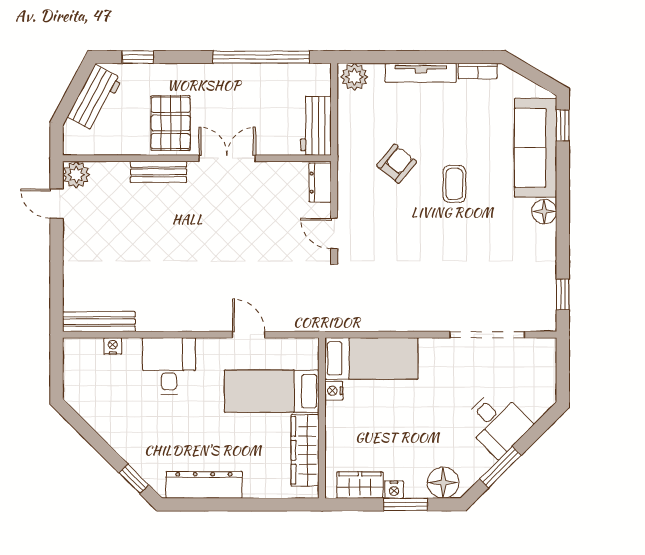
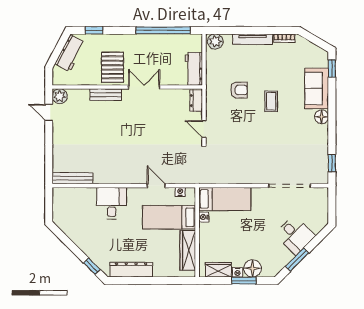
sofa: (536, 148) -> (317, 88), width x0.73
armchair: (397, 164) -> (239, 90), turned 51
nightstand: (113, 346) -> (180, 192), moved
floor lamp: (443, 483) -> (252, 268), moved

